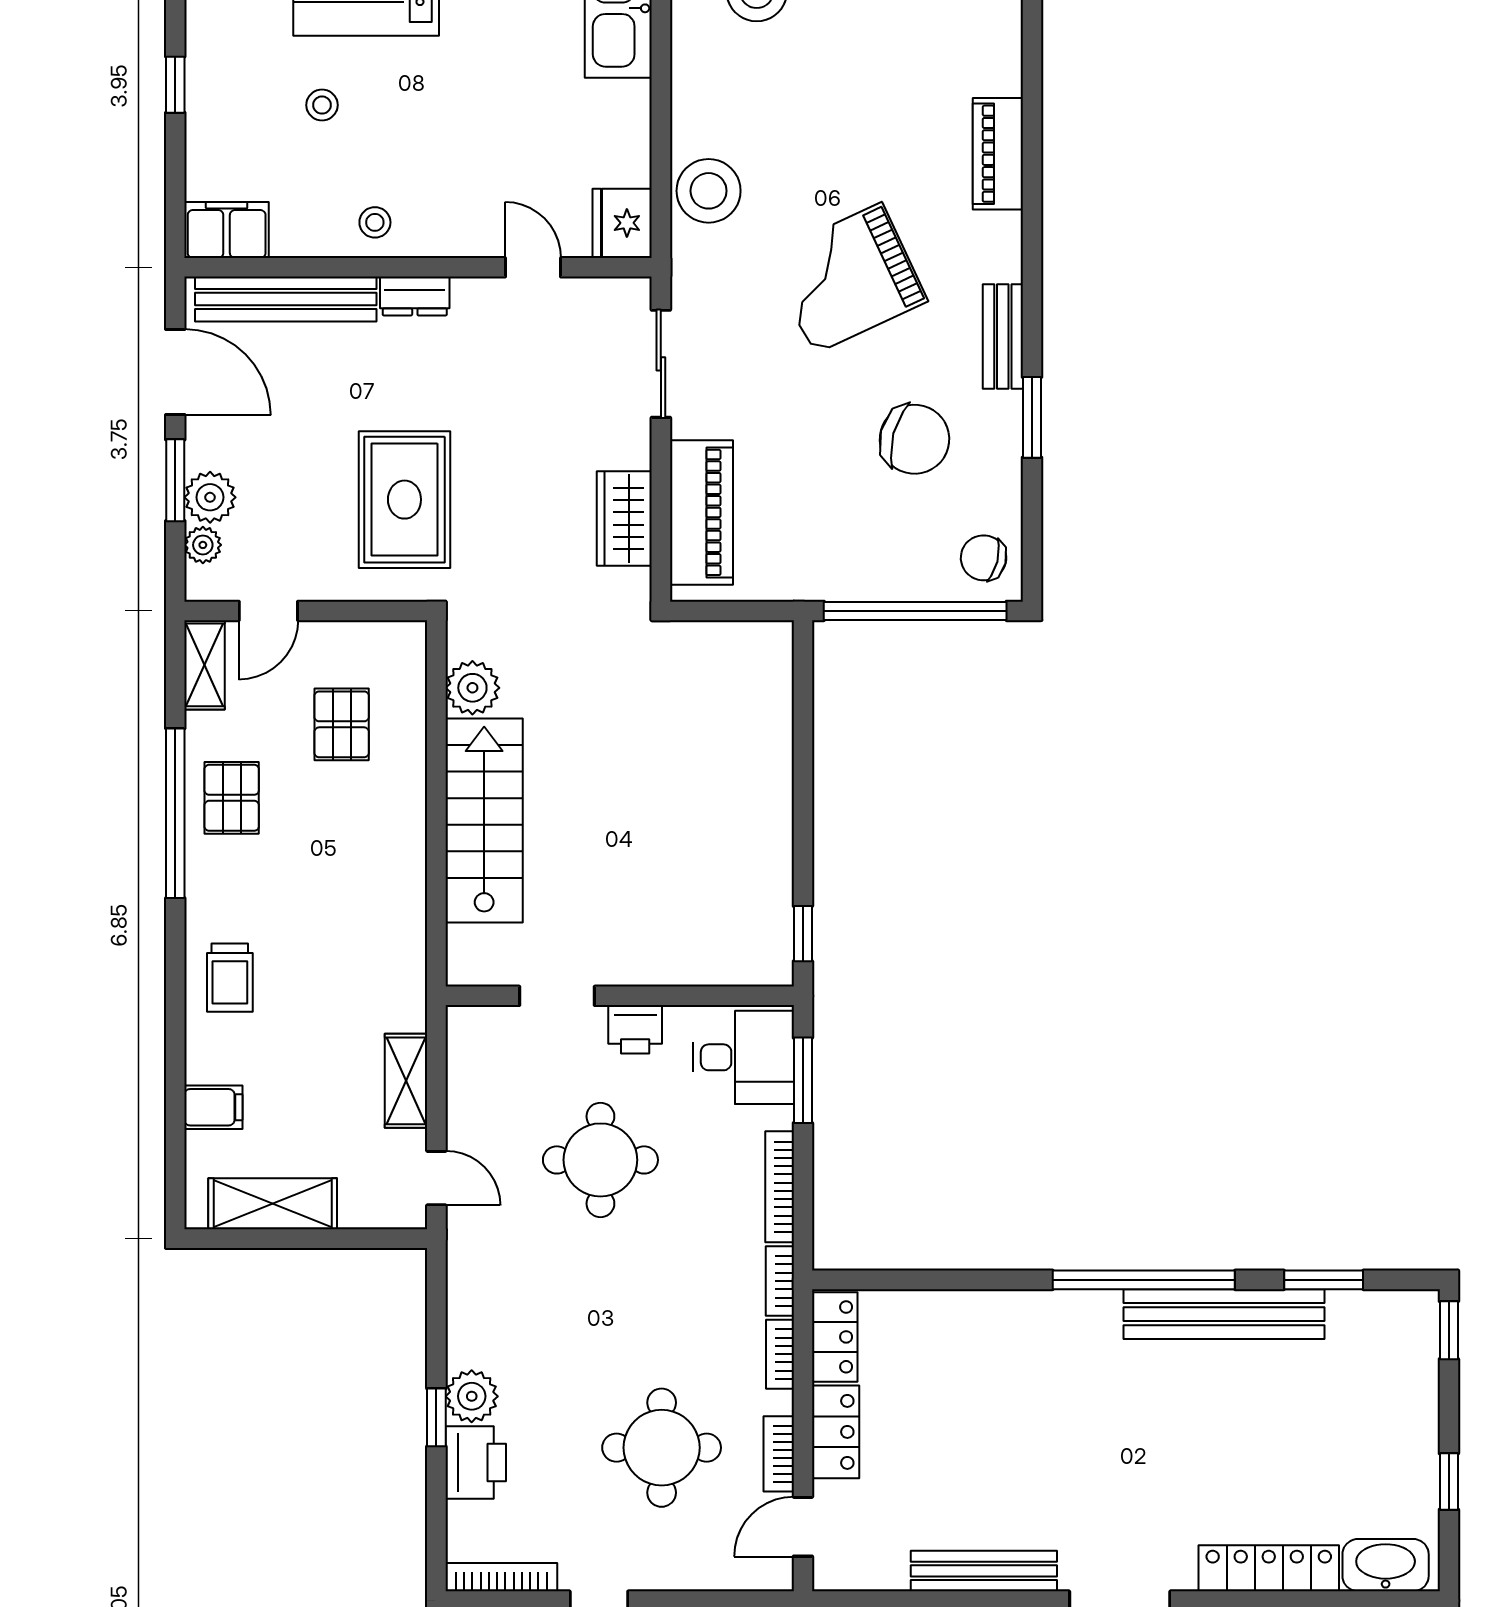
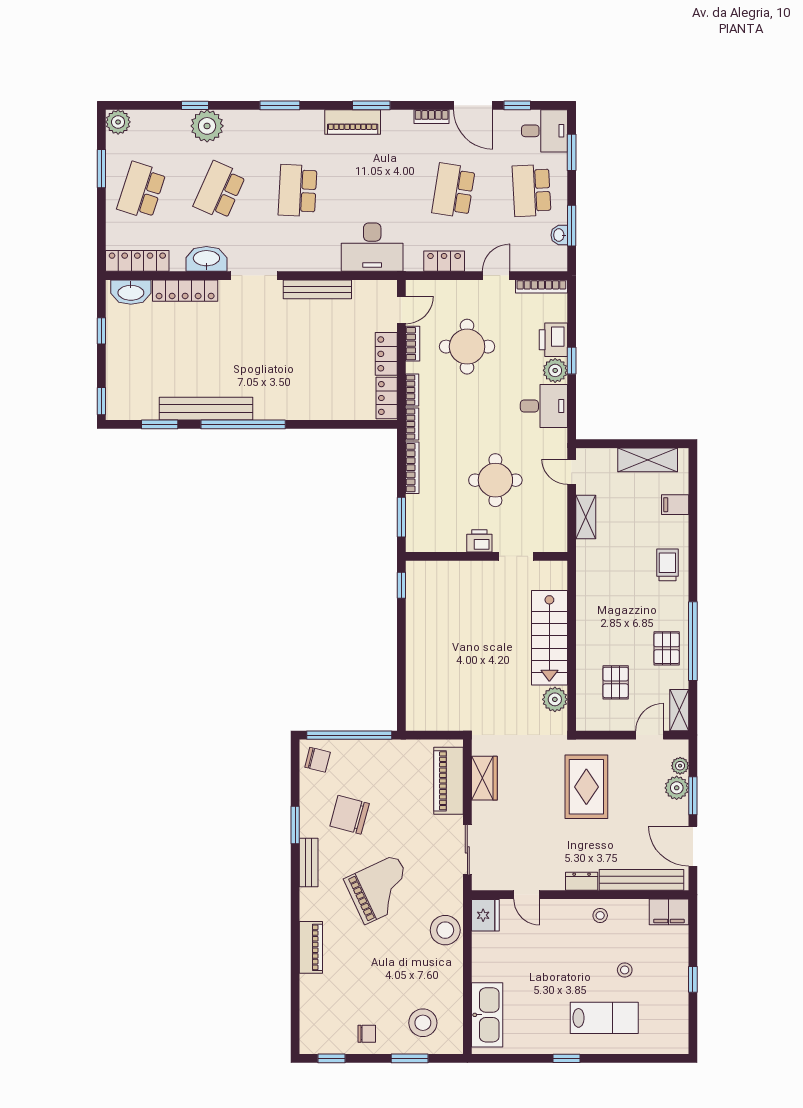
desk: (743, 1057) -> (544, 406), moved, turned 180

